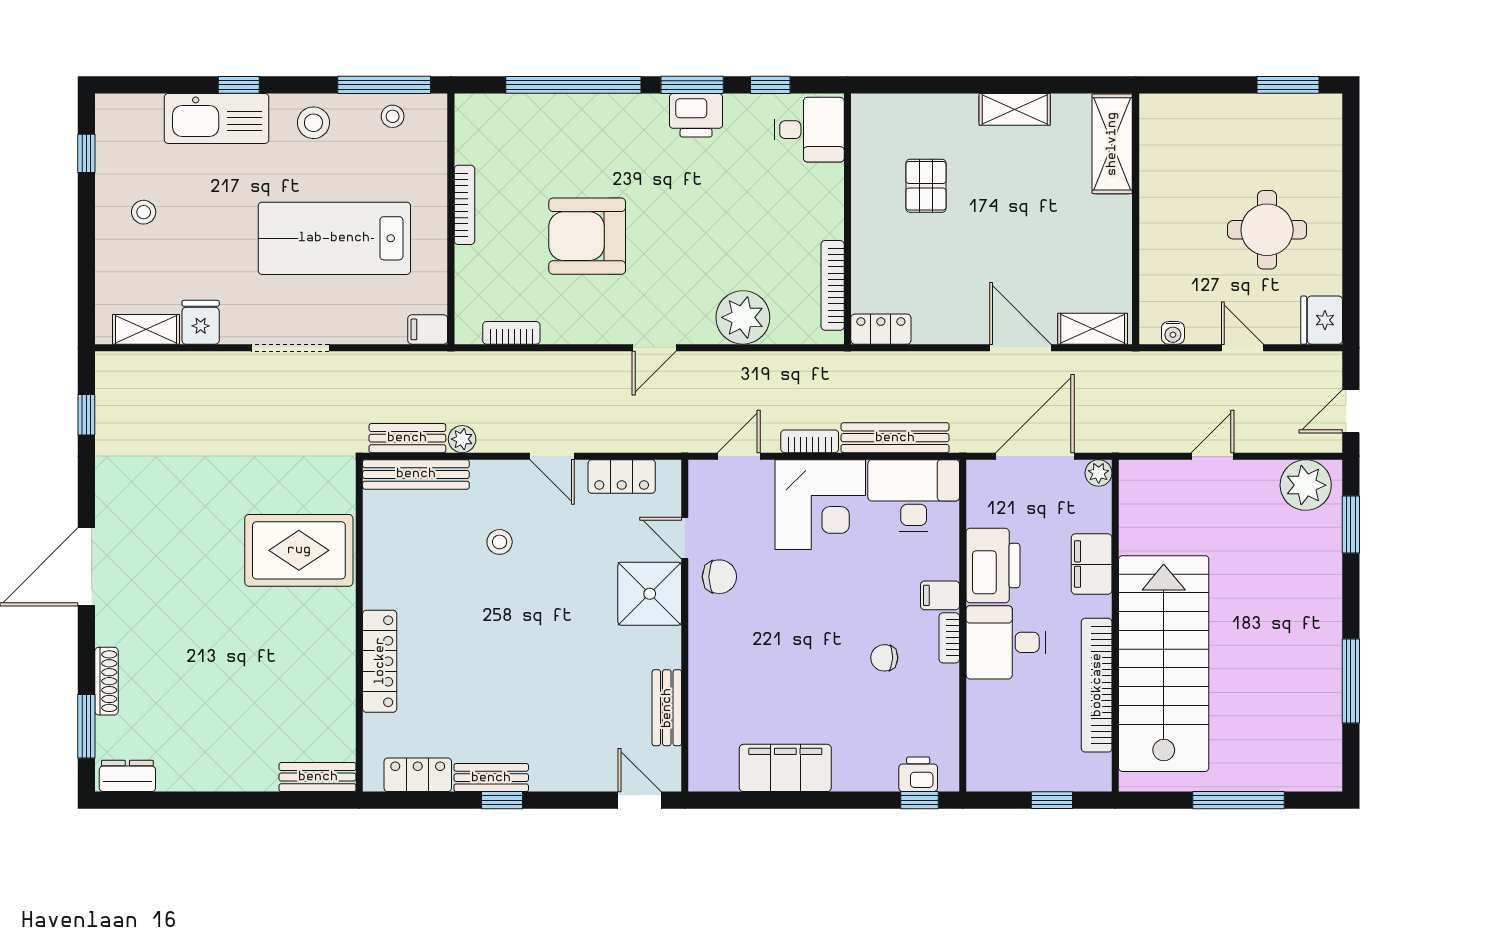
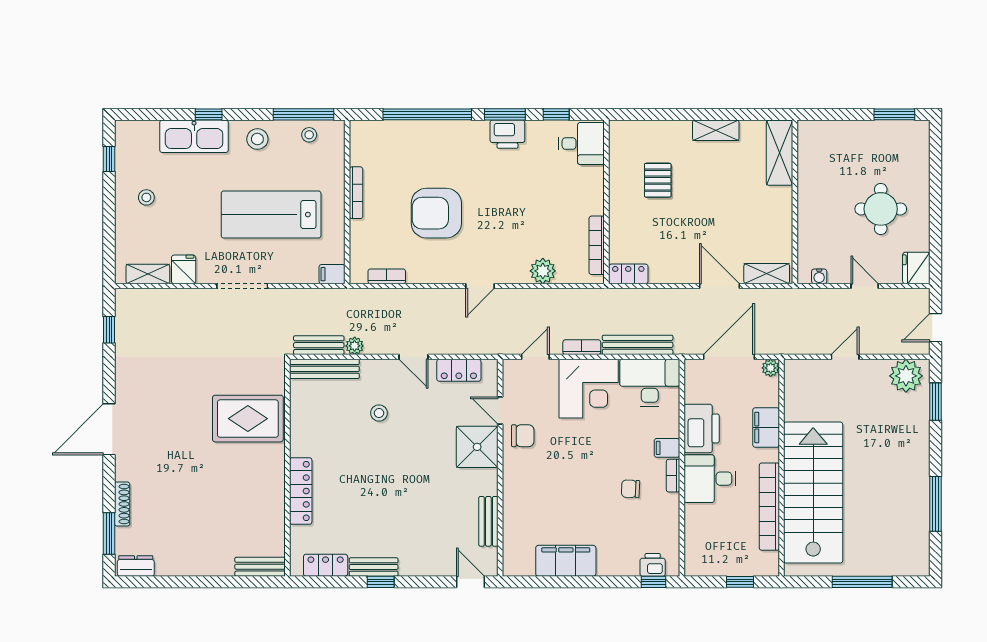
plant: (743, 317) -> (543, 271), width x0.73, depth x0.73

